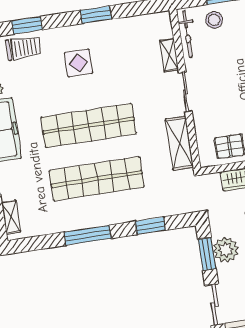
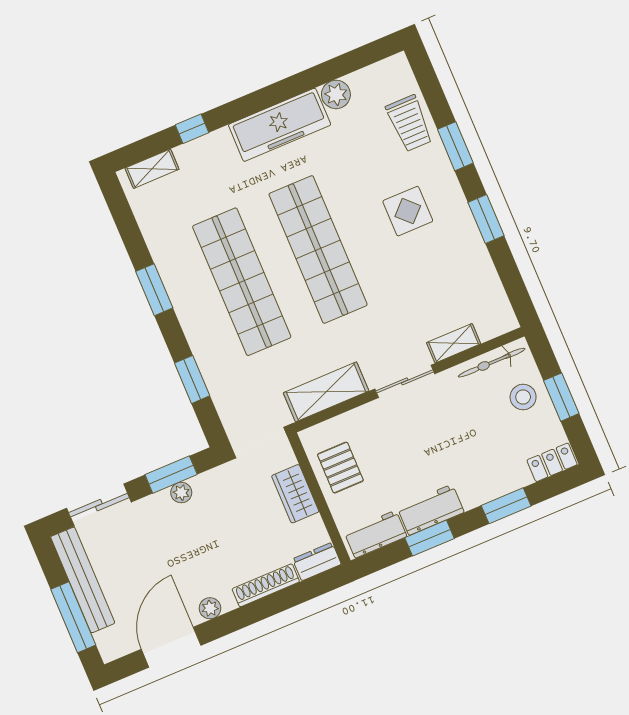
window: (27, 25) -> (455, 146), moved
window: (88, 235) -> (154, 290), width x0.69
plant: (226, 250) -> (181, 493), width x0.53, depth x0.53

